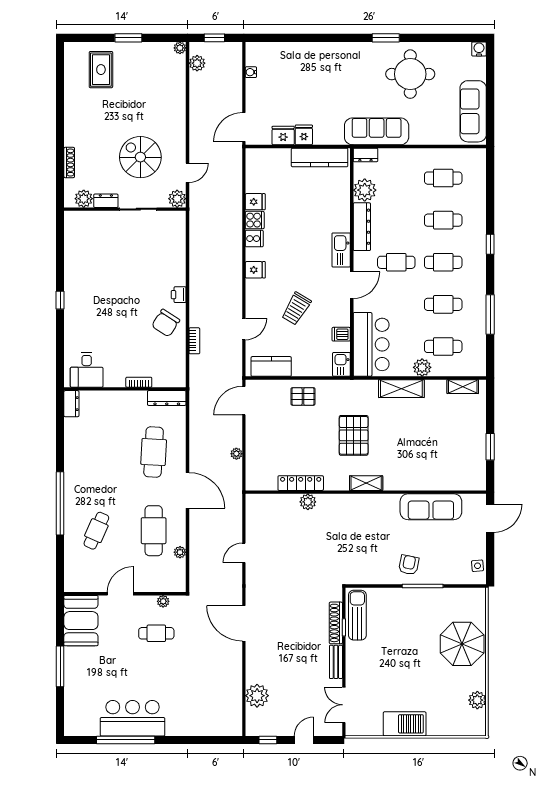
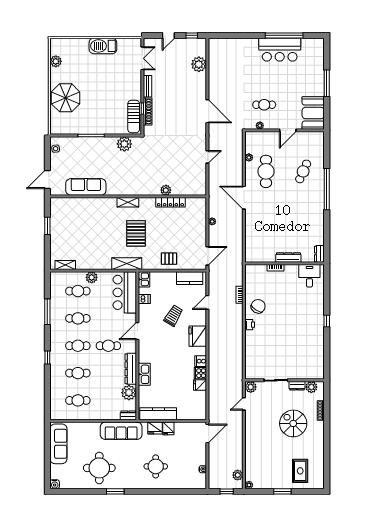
round table: (323, 76) -> (156, 466), added
fridge: (283, 136) -> (155, 428), moved
spiral stairs: (140, 157) -> (293, 423), moved, turned 180
kitchen sink: (341, 250) -> (144, 374), moved
fridge: (255, 270) -> (198, 336), width x1.88, depth x1.34
shelving: (401, 389) -> (127, 264), moved
dresser: (167, 398) -> (288, 258), moved
cafe table: (154, 452) -> (266, 222), removed
armchair: (409, 565) -> (100, 149), removed
plant: (372, 573) -> (124, 144), added

